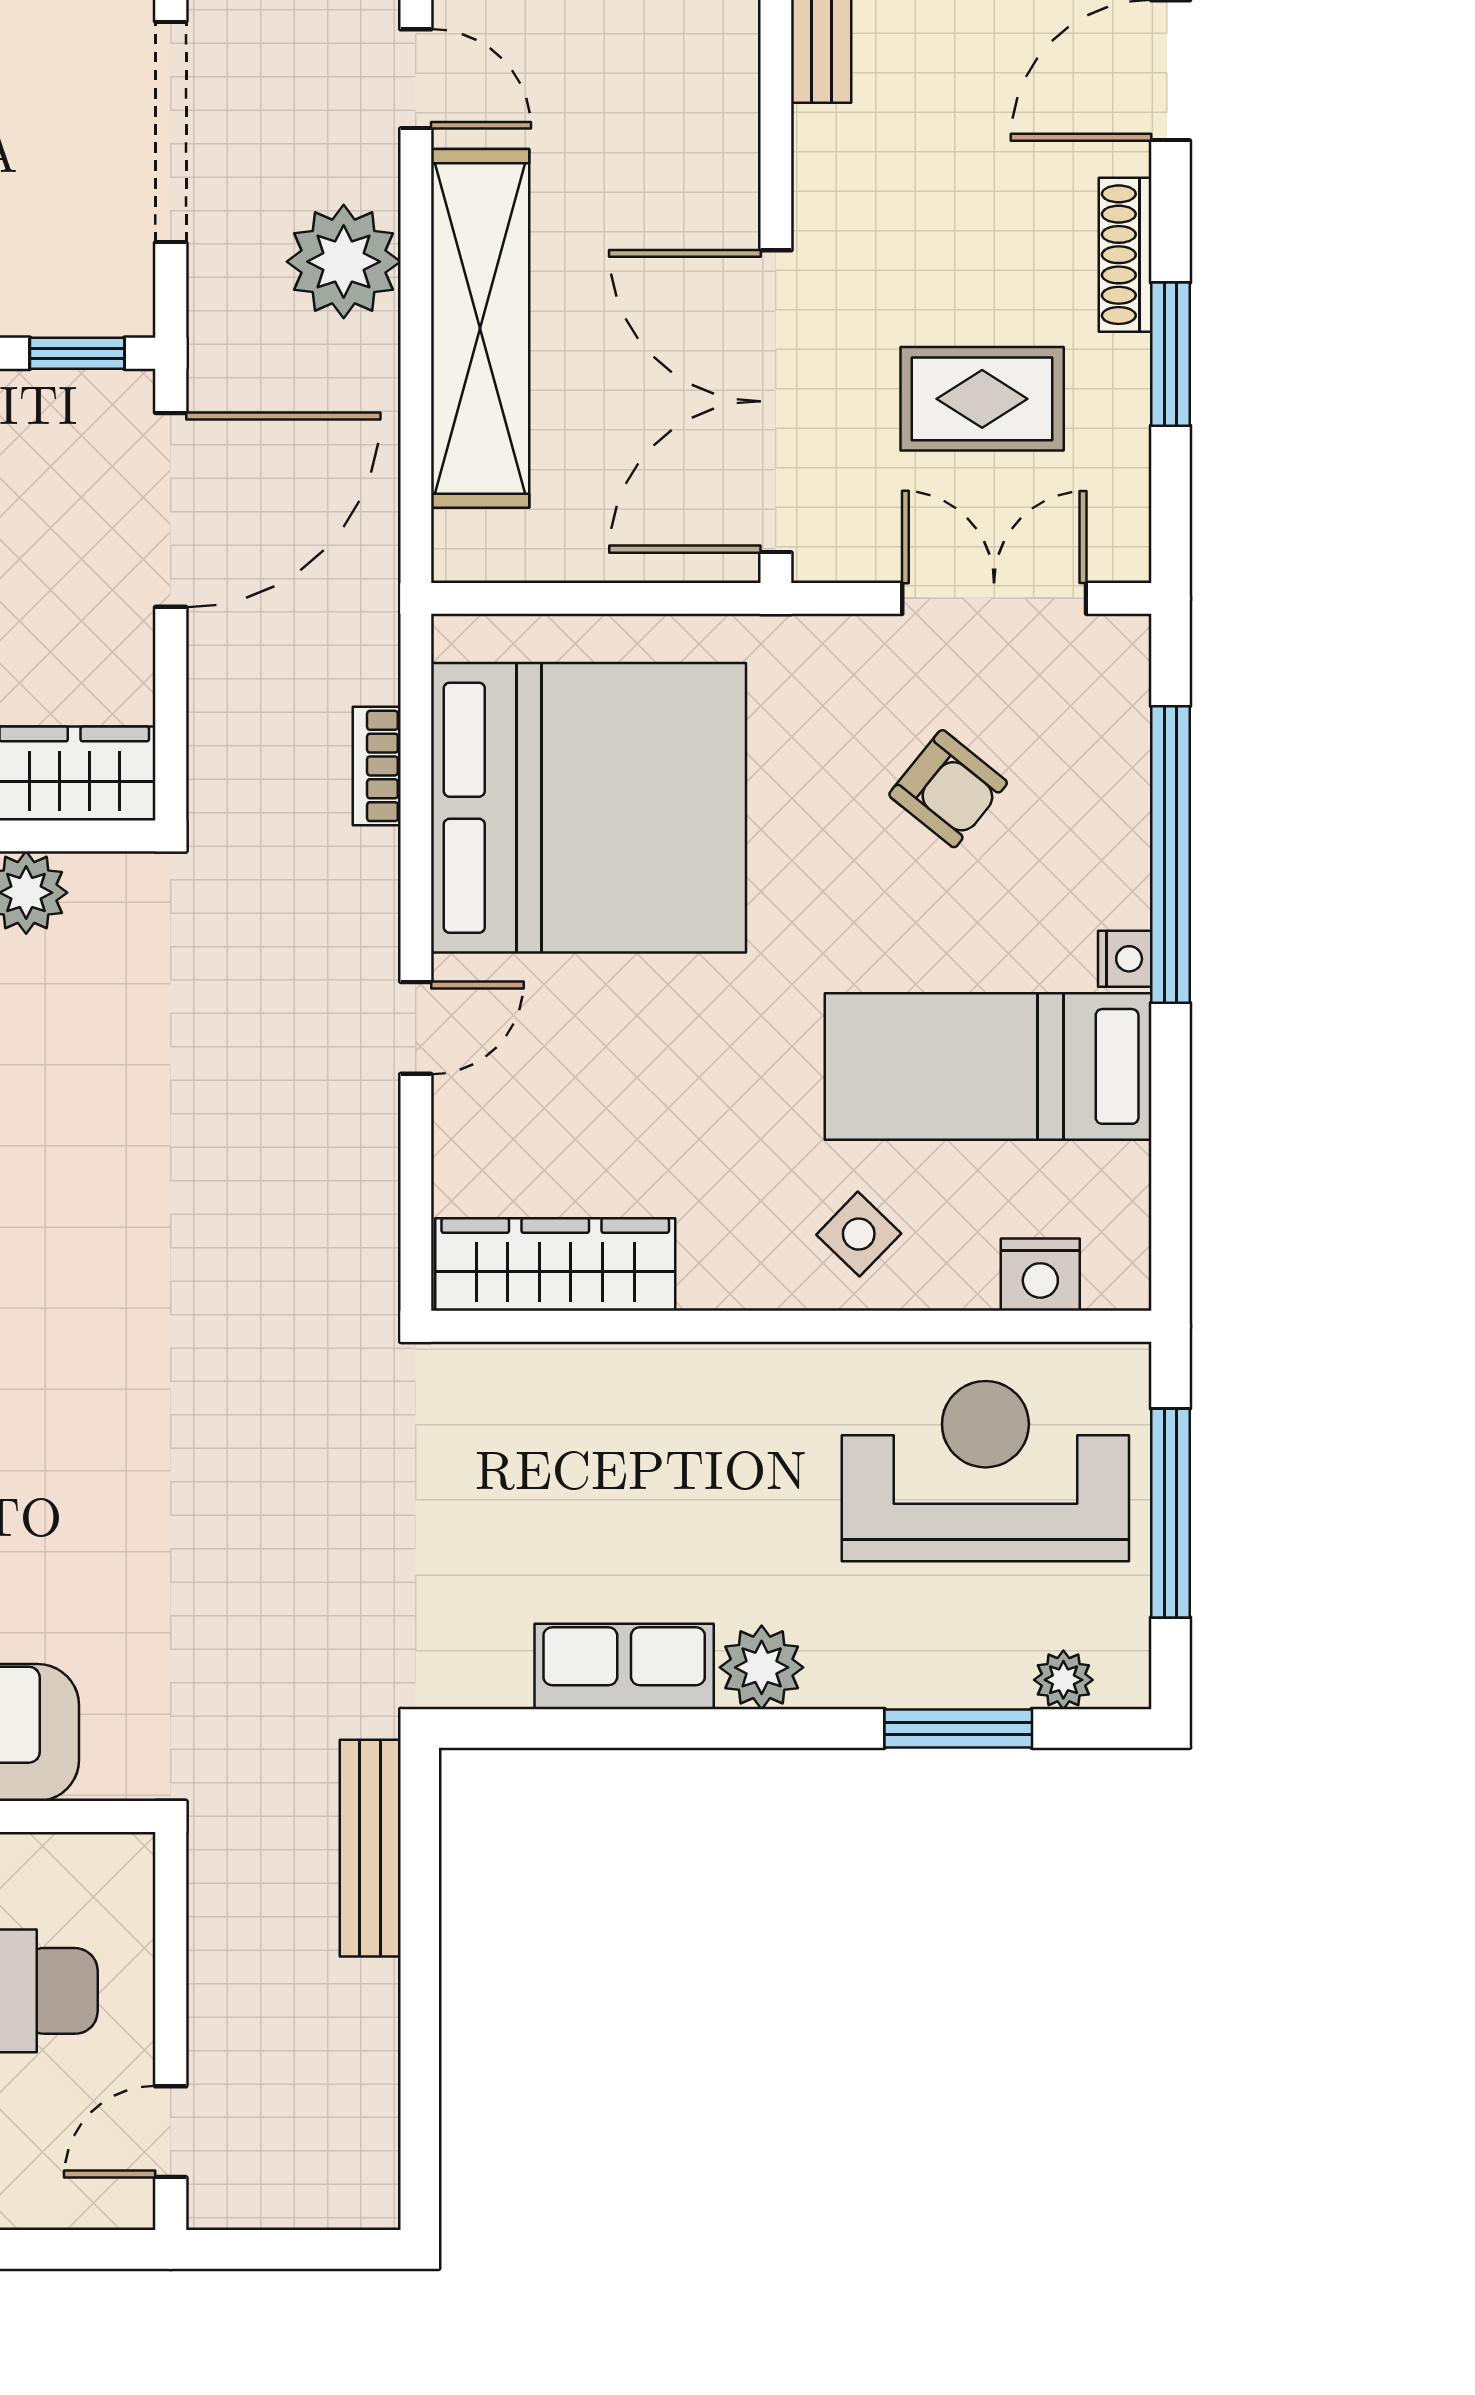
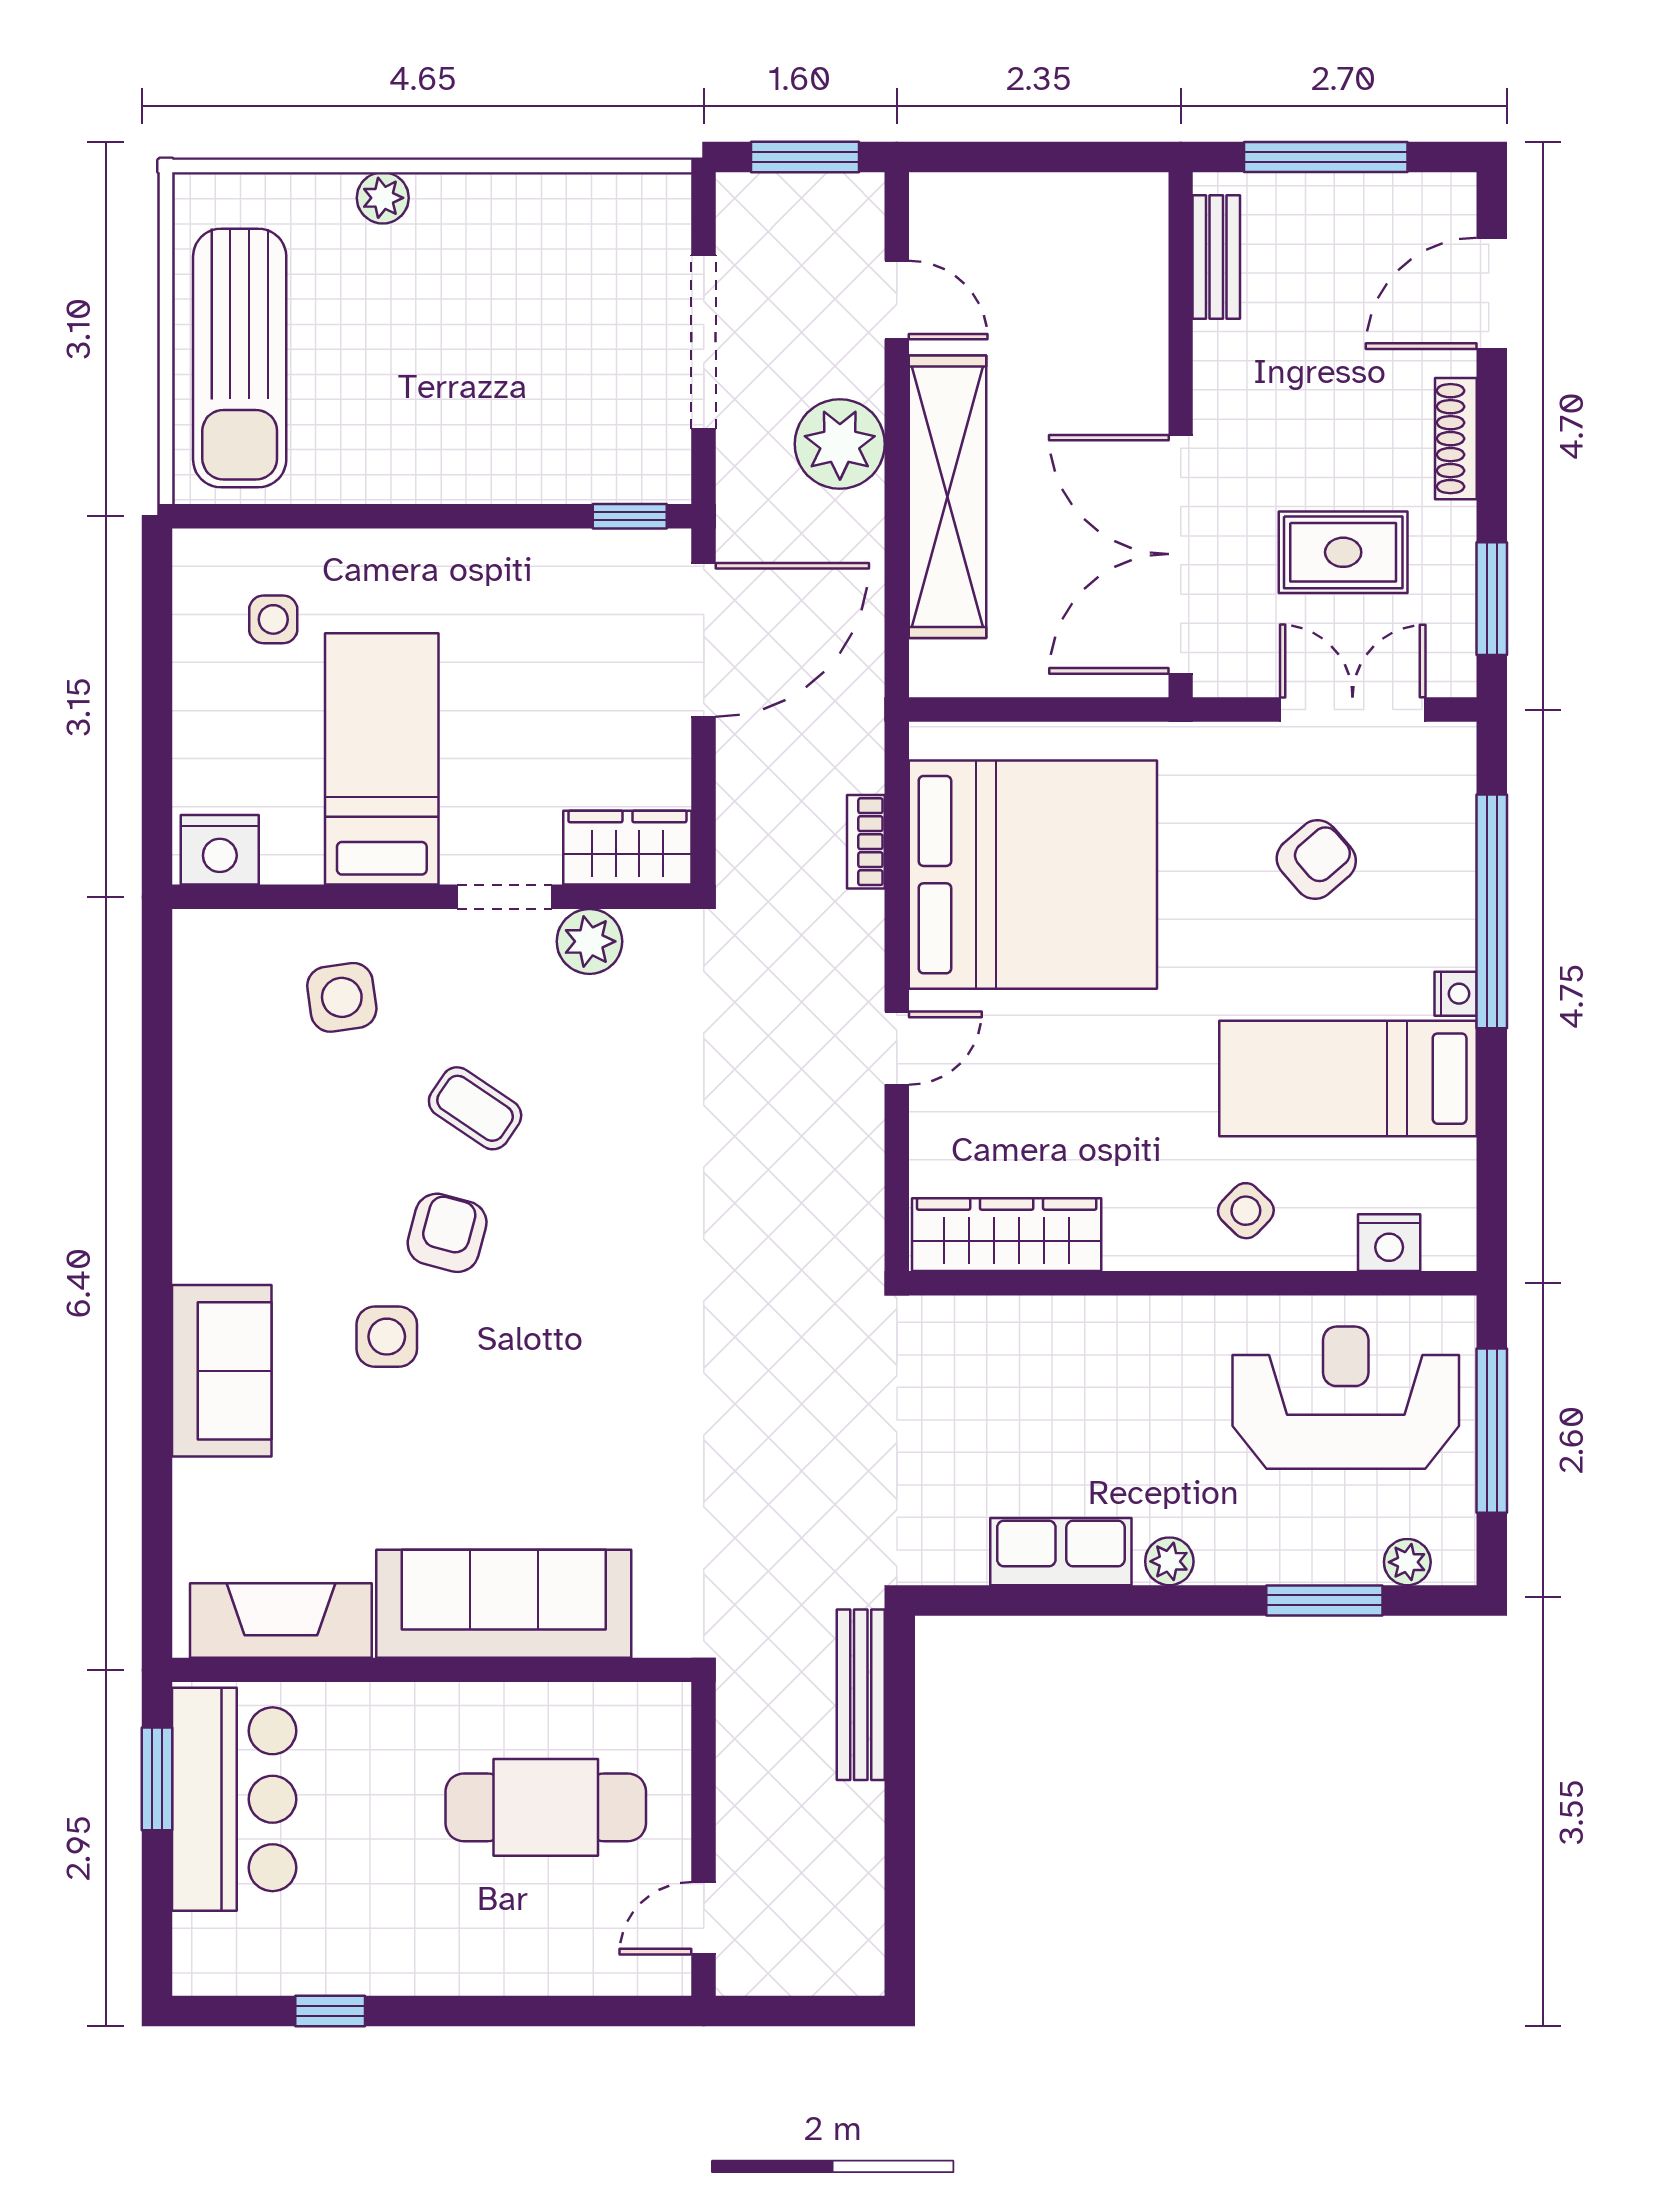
window: (1170, 354) -> (1492, 599), moved
armchair: (948, 789) -> (1316, 860), turned -80
plant: (762, 1667) -> (1169, 1561), width x0.73, depth x0.73

